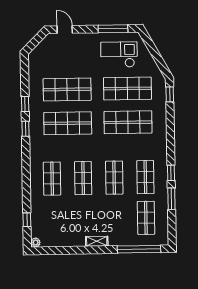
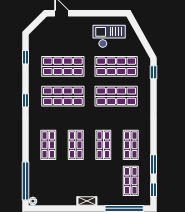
window: (113, 29) -> (104, 13), removed
window: (25, 104) -> (25, 57), moved
window: (171, 173) -> (154, 190), moved
window: (27, 220) -> (25, 181), width x3.17

